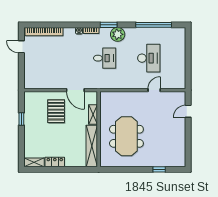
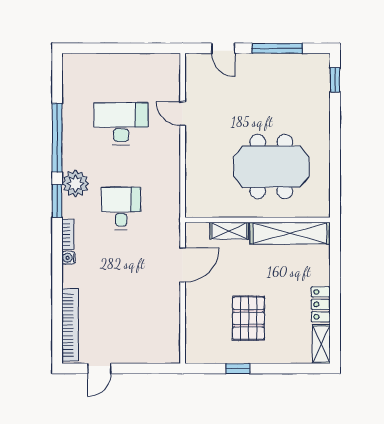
window: (154, 25) -> (57, 138), moved
pallet: (56, 111) -> (248, 318), moved, turned 90
window: (188, 139) -> (277, 48), added
window: (159, 169) -> (335, 80), moved

